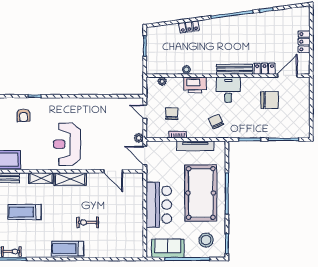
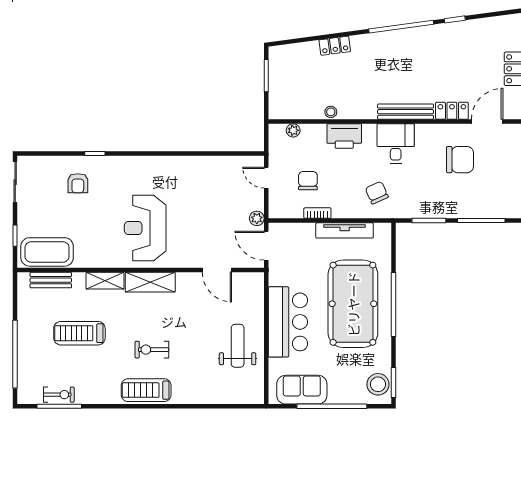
weight bench: (126, 220) -> (238, 346), added
exercise bike: (88, 222) -> (152, 350), moved
stool: (206, 240) -> (378, 384), moved

